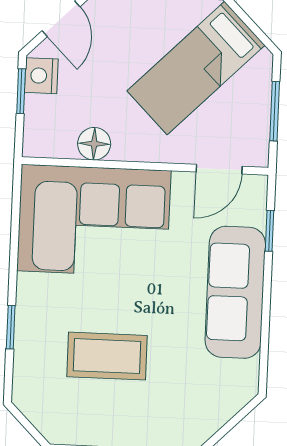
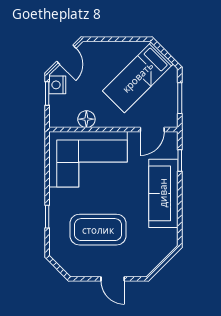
coffee table: (107, 356) -> (98, 230), width x1.36, depth x1.32

